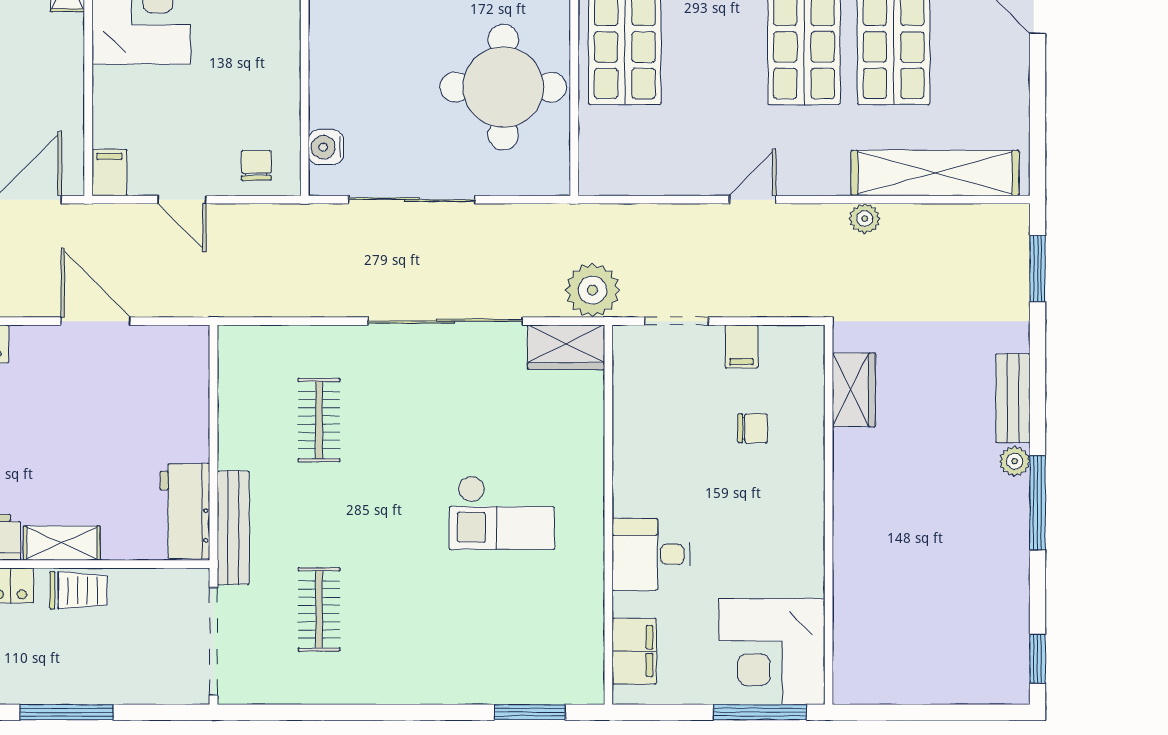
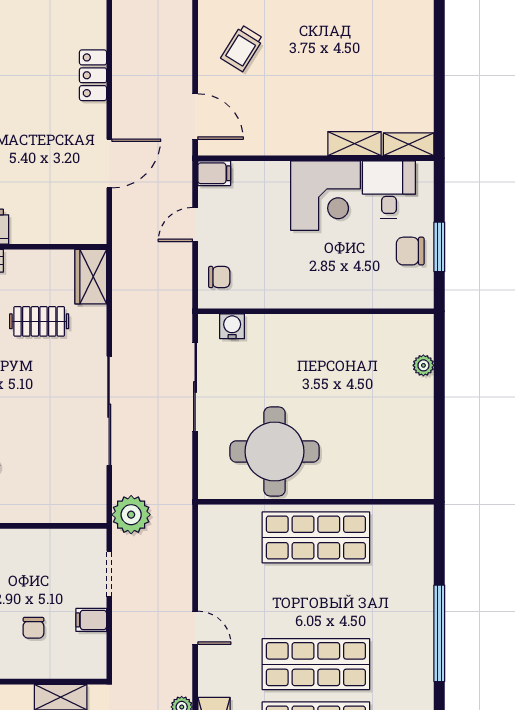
wardrobe: (566, 347) -> (91, 277), moved

